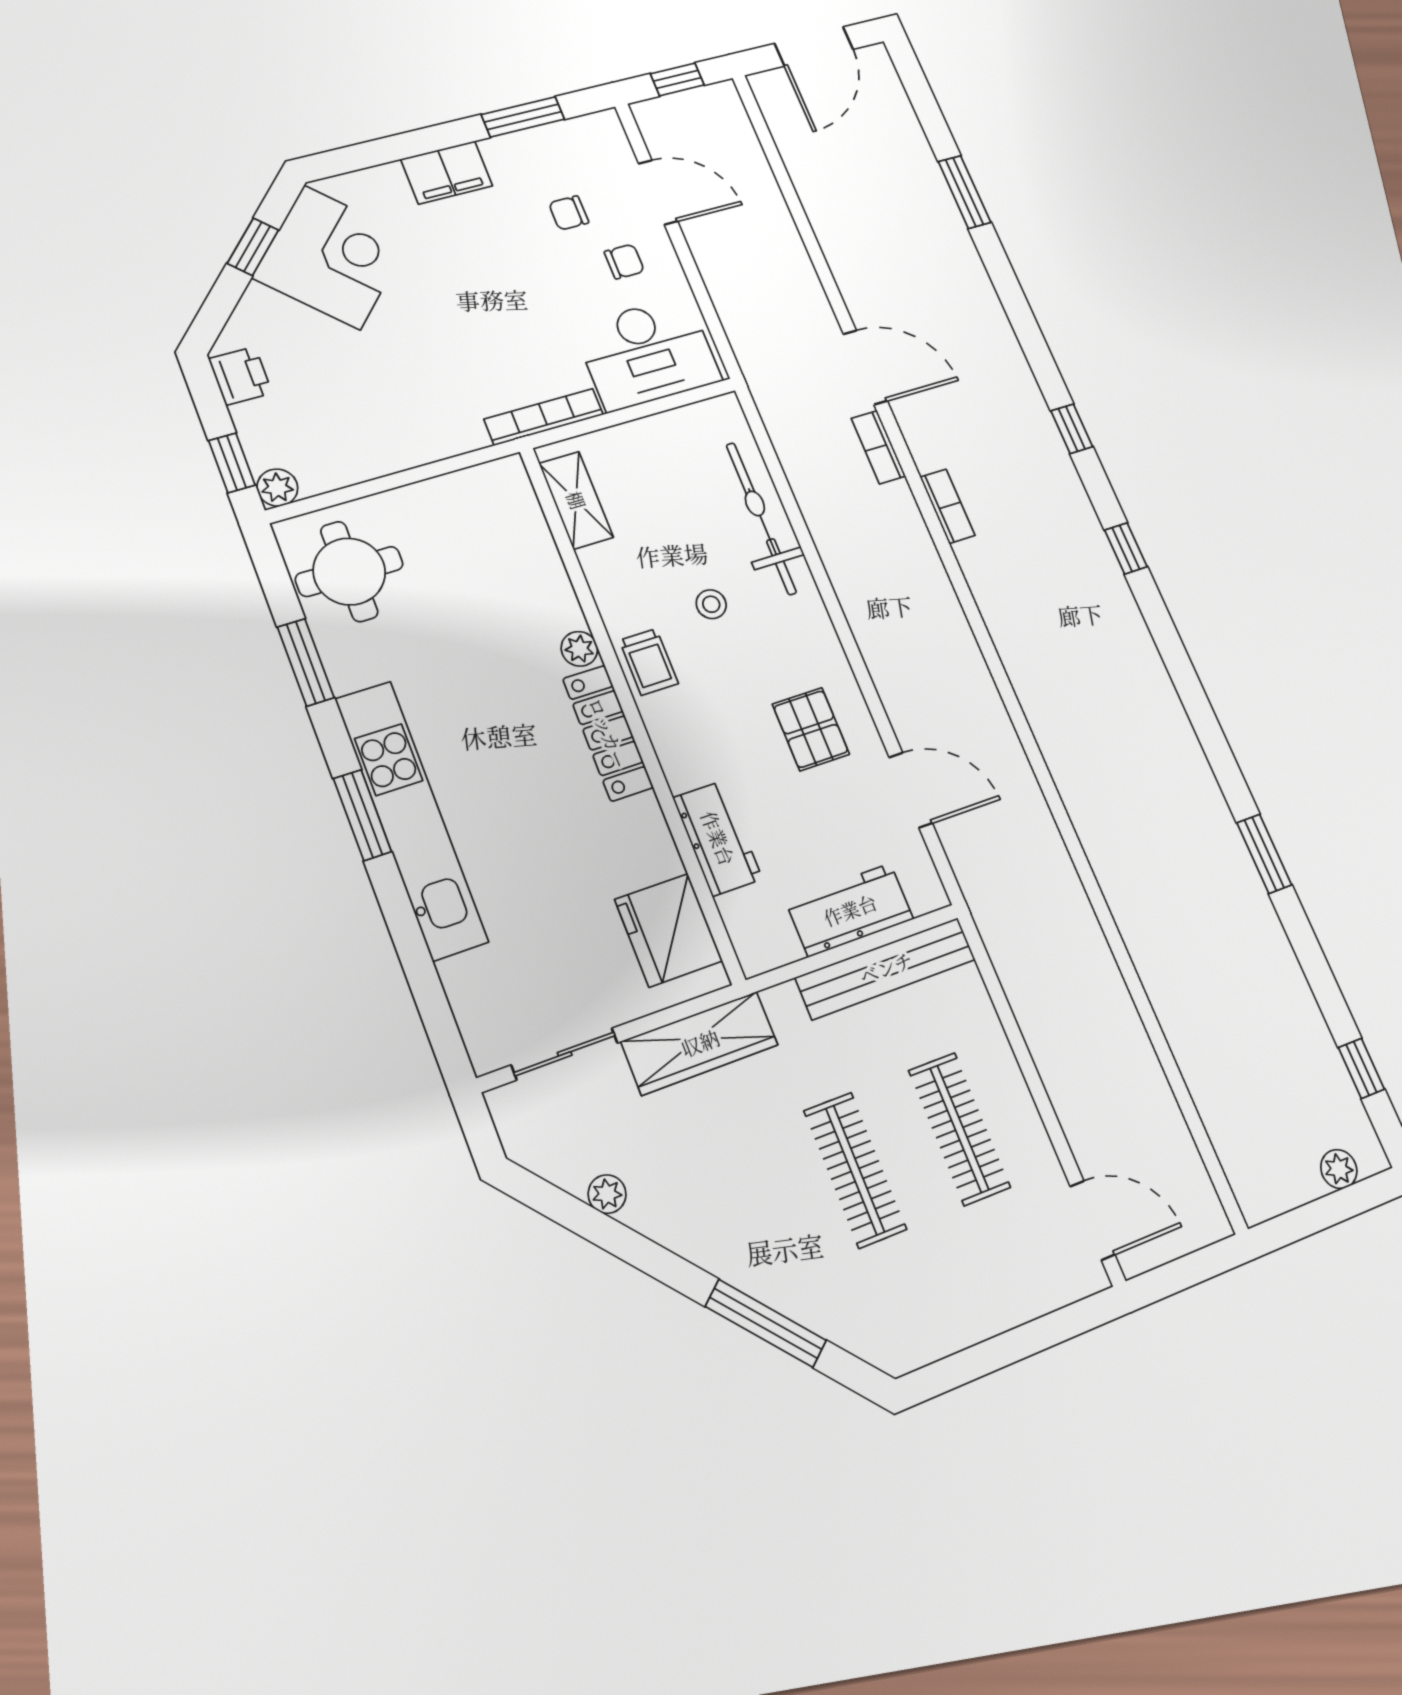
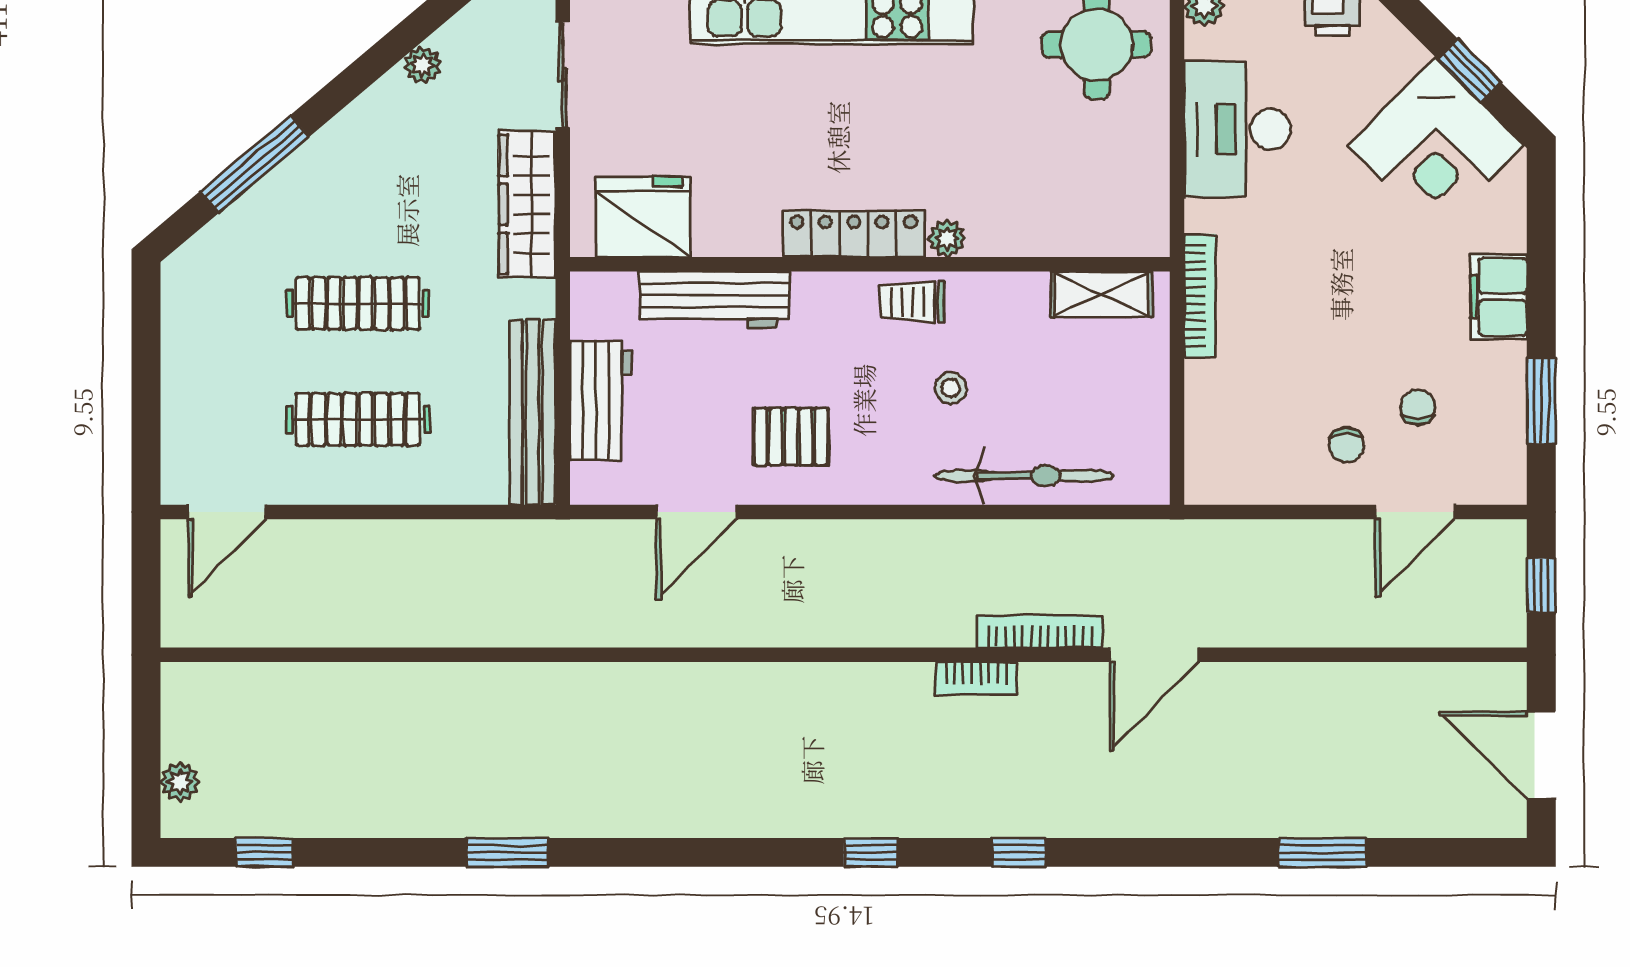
desk: (647, 353) -> (1237, 129), moved
bookcase: (878, 447) -> (1040, 632), width x1.56
workbench: (718, 838) -> (714, 300), width x1.38

